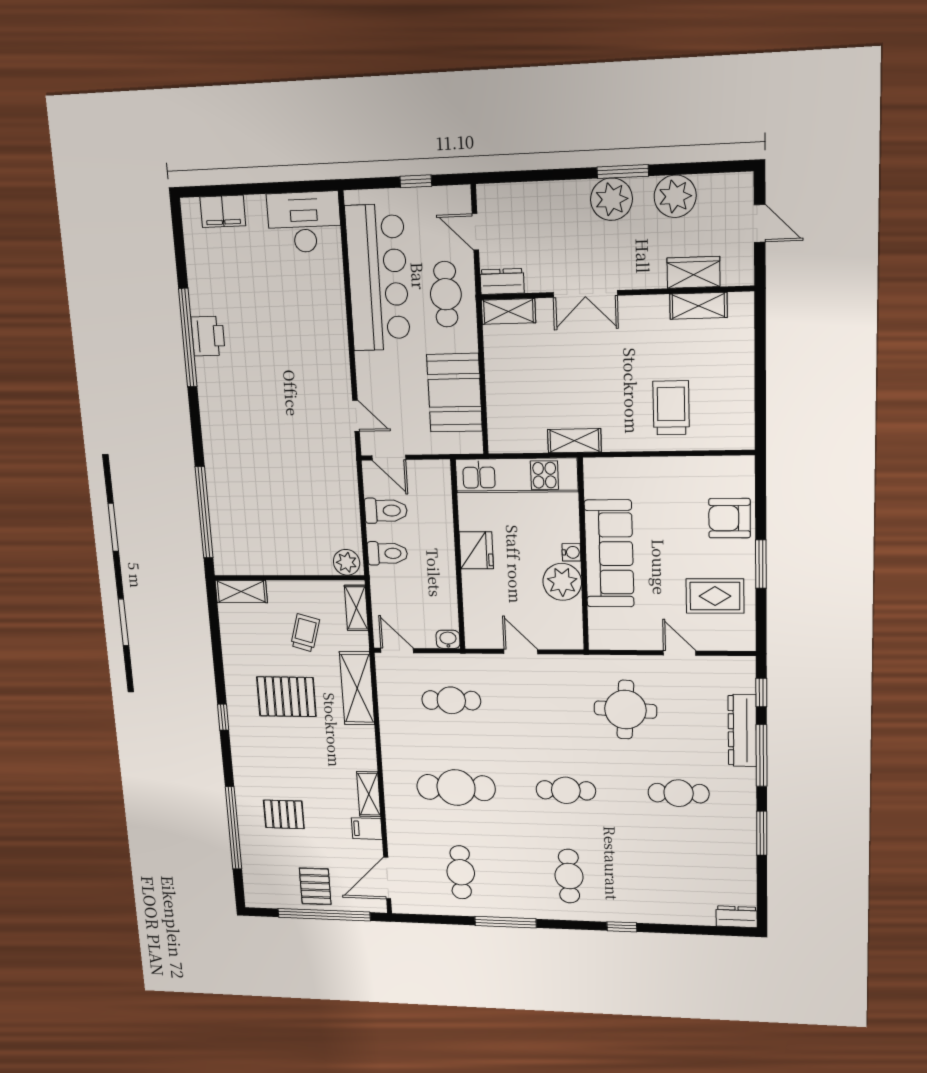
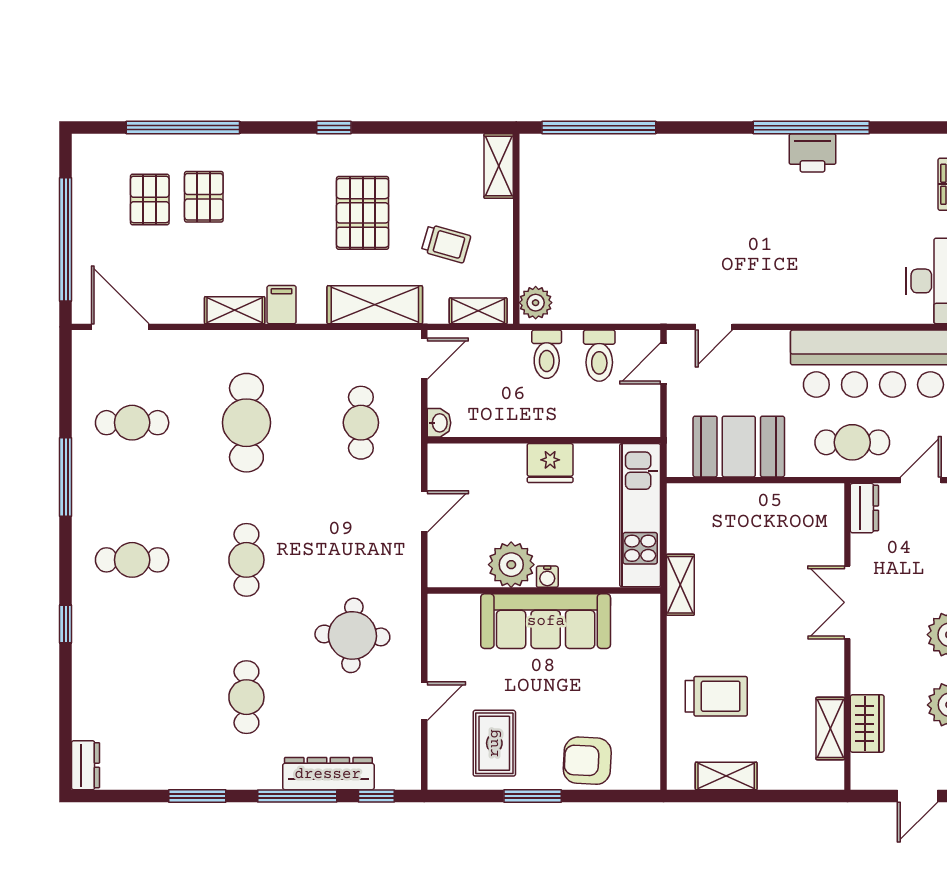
shelving: (508, 311) -> (726, 776), moved, turned 90
armchair: (729, 518) -> (587, 761), turned -87
filing cabinet: (367, 829) -> (282, 305), moved
pallet: (315, 886) -> (150, 199), moved, turned 90

